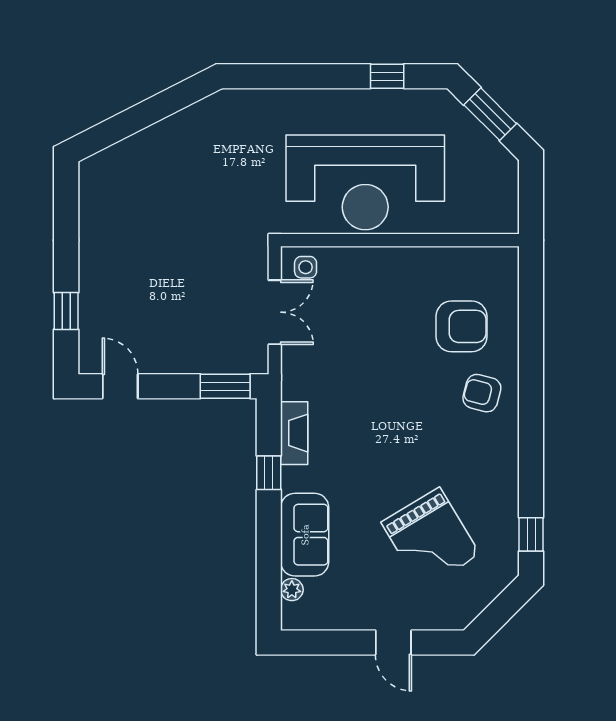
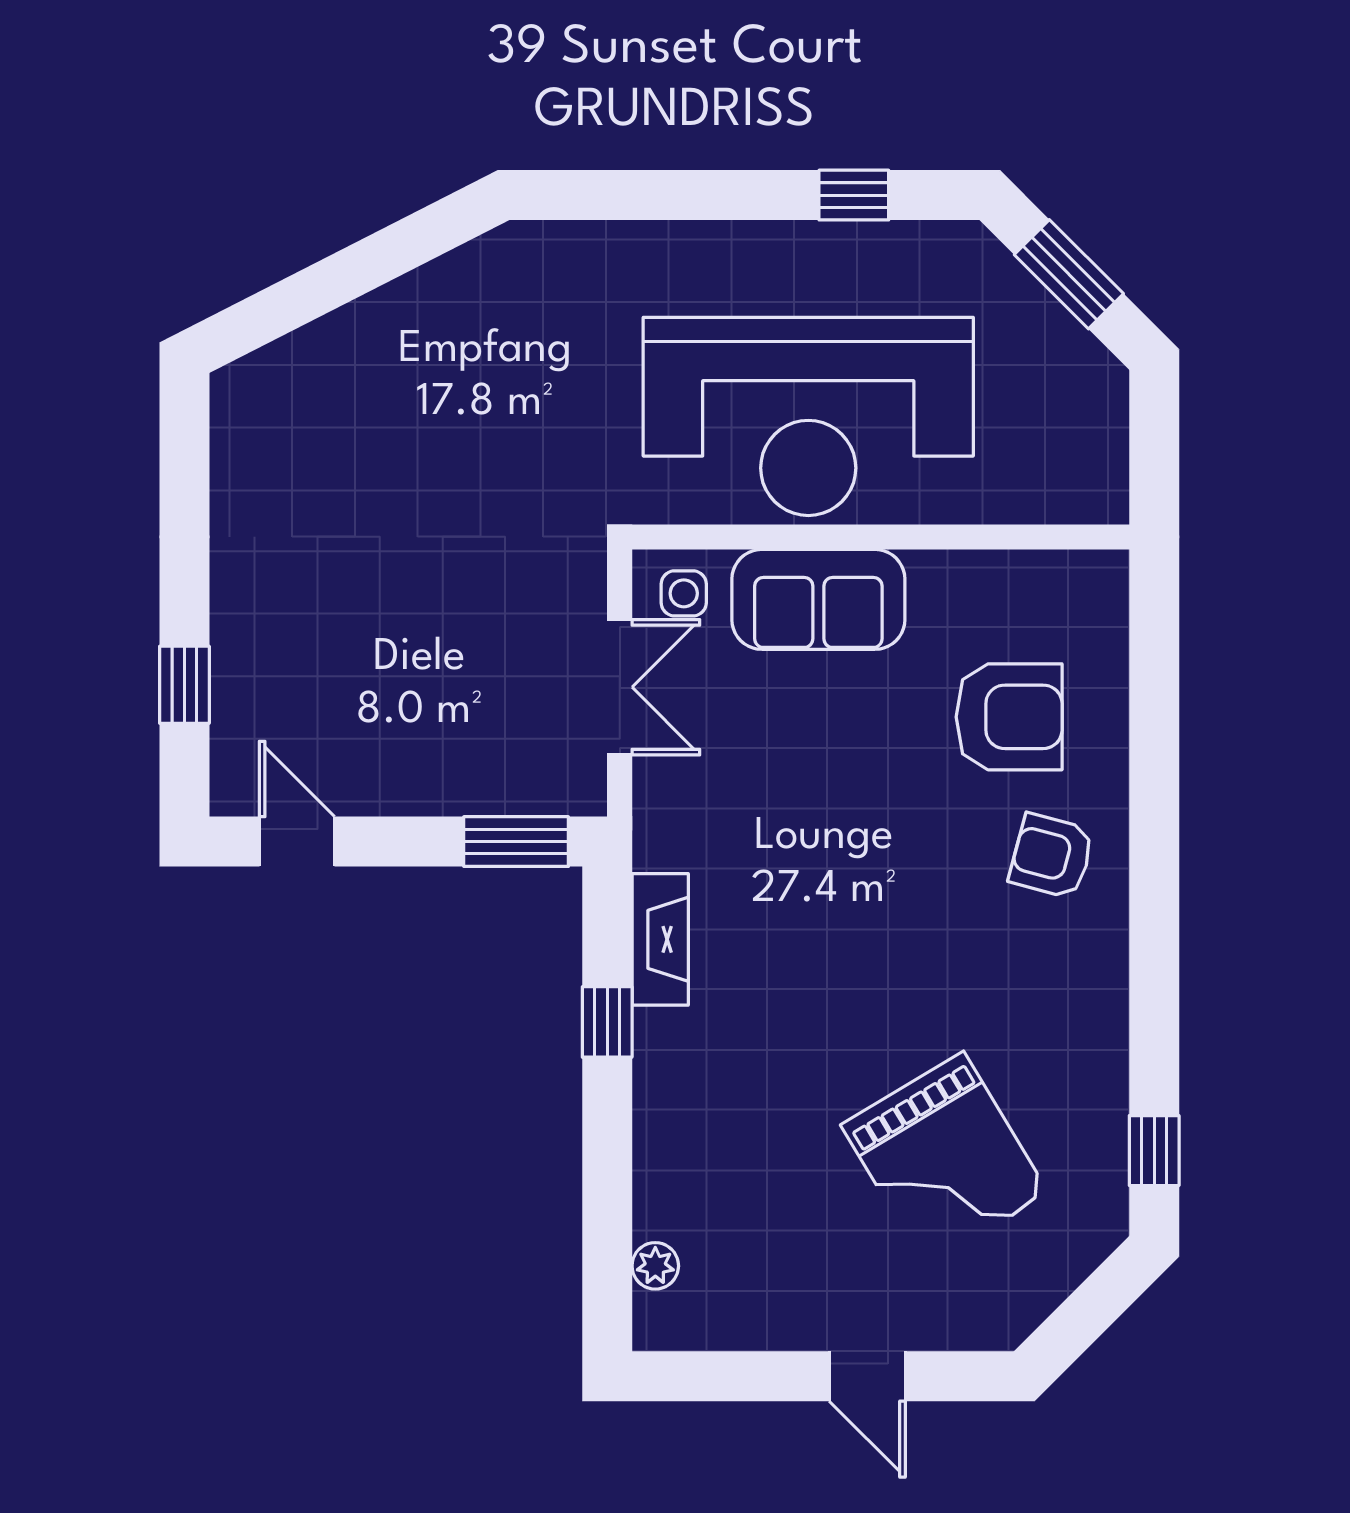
sofa: (305, 535) -> (818, 599), moved, turned 90

